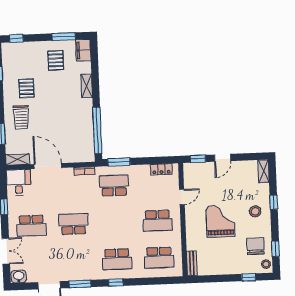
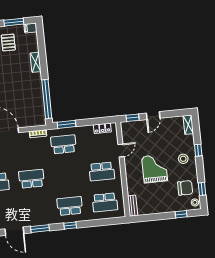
filing cabinet: (83, 50) -> (30, 28), width x0.50
chair: (255, 246) -> (185, 188), turned 90
school desk: (117, 259) -> (70, 206), turned 180

